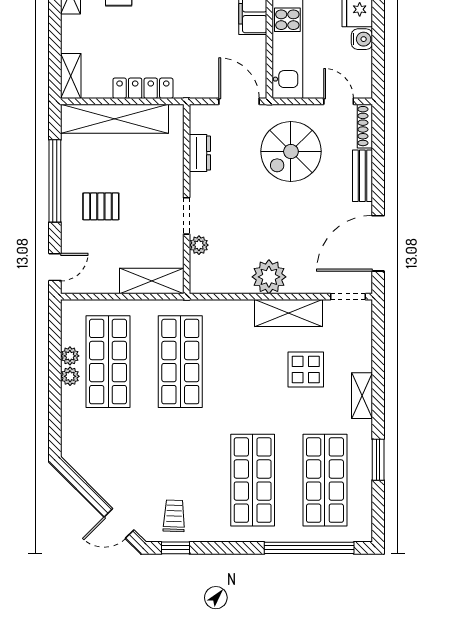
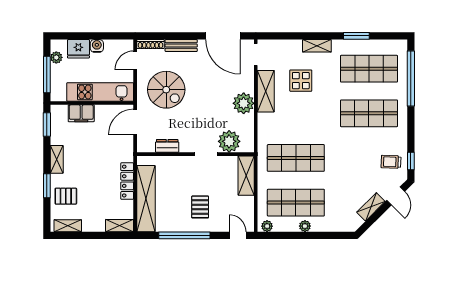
plant: (199, 245) -> (229, 141), width x1.88, depth x1.88
plant: (70, 356) -> (267, 226), moved
shelving: (101, 483) -> (371, 207), added

